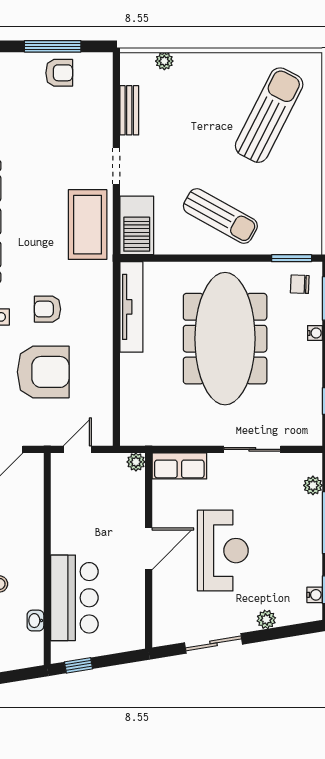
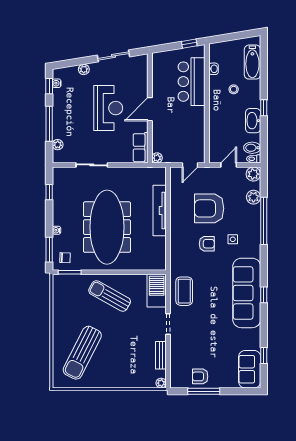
plant: (164, 61) -> (161, 383), moved
coffee table: (88, 225) -> (184, 291), width x0.73, depth x0.76
tv unit: (131, 307) -> (160, 211), moved
row of seats: (179, 466) -> (141, 148), moved, turned -90
reception desk: (223, 551) -> (108, 108), turned 180

